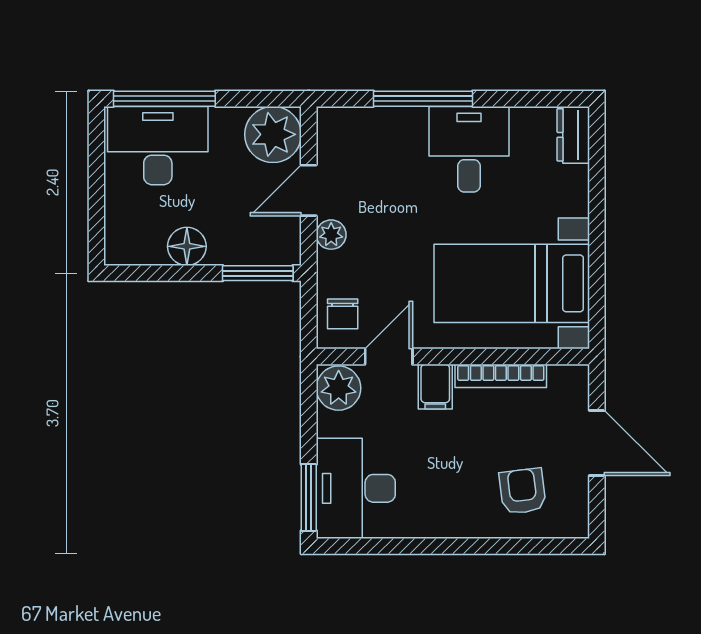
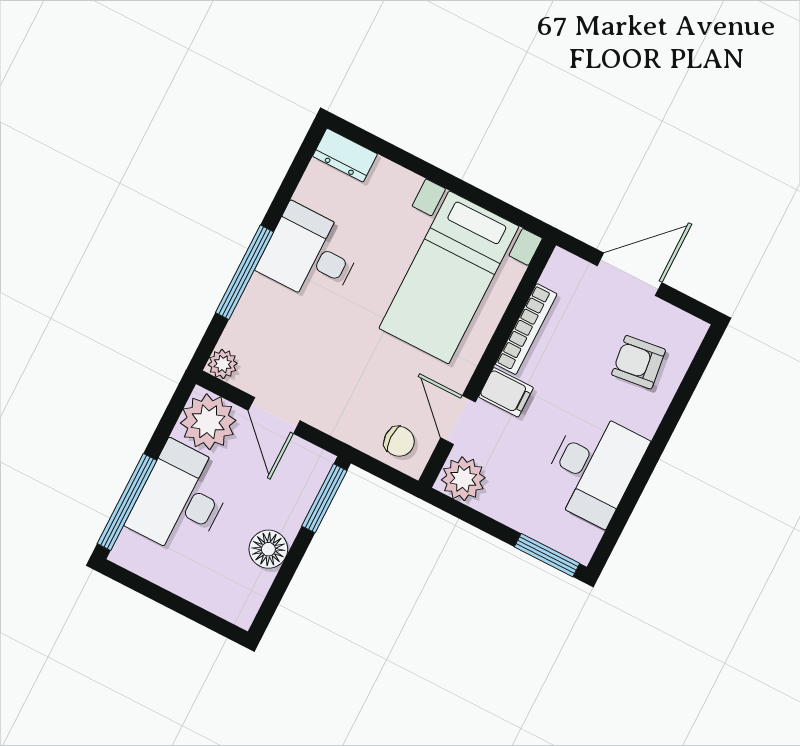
desk: (158, 146) -> (181, 499), moved
plant: (331, 235) -> (223, 364), moved
desk: (356, 488) -> (593, 468), moved, turned -90

